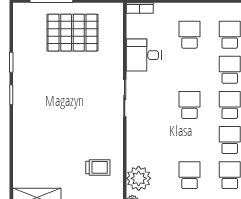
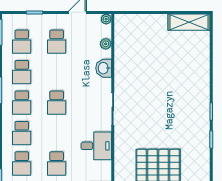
washbasin: (135, 145) -> (104, 68), added
trolley: (98, 167) -> (136, 48), removed
plant: (139, 178) -> (106, 44), width x0.53, depth x0.53

